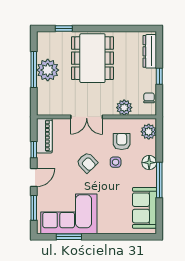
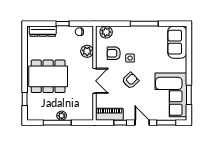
plant: (48, 70) -> (62, 116), width x0.53, depth x0.53
floor lamp: (149, 163) -> (130, 32), removed
sofa: (145, 208) -> (177, 42), moved, turned 90

